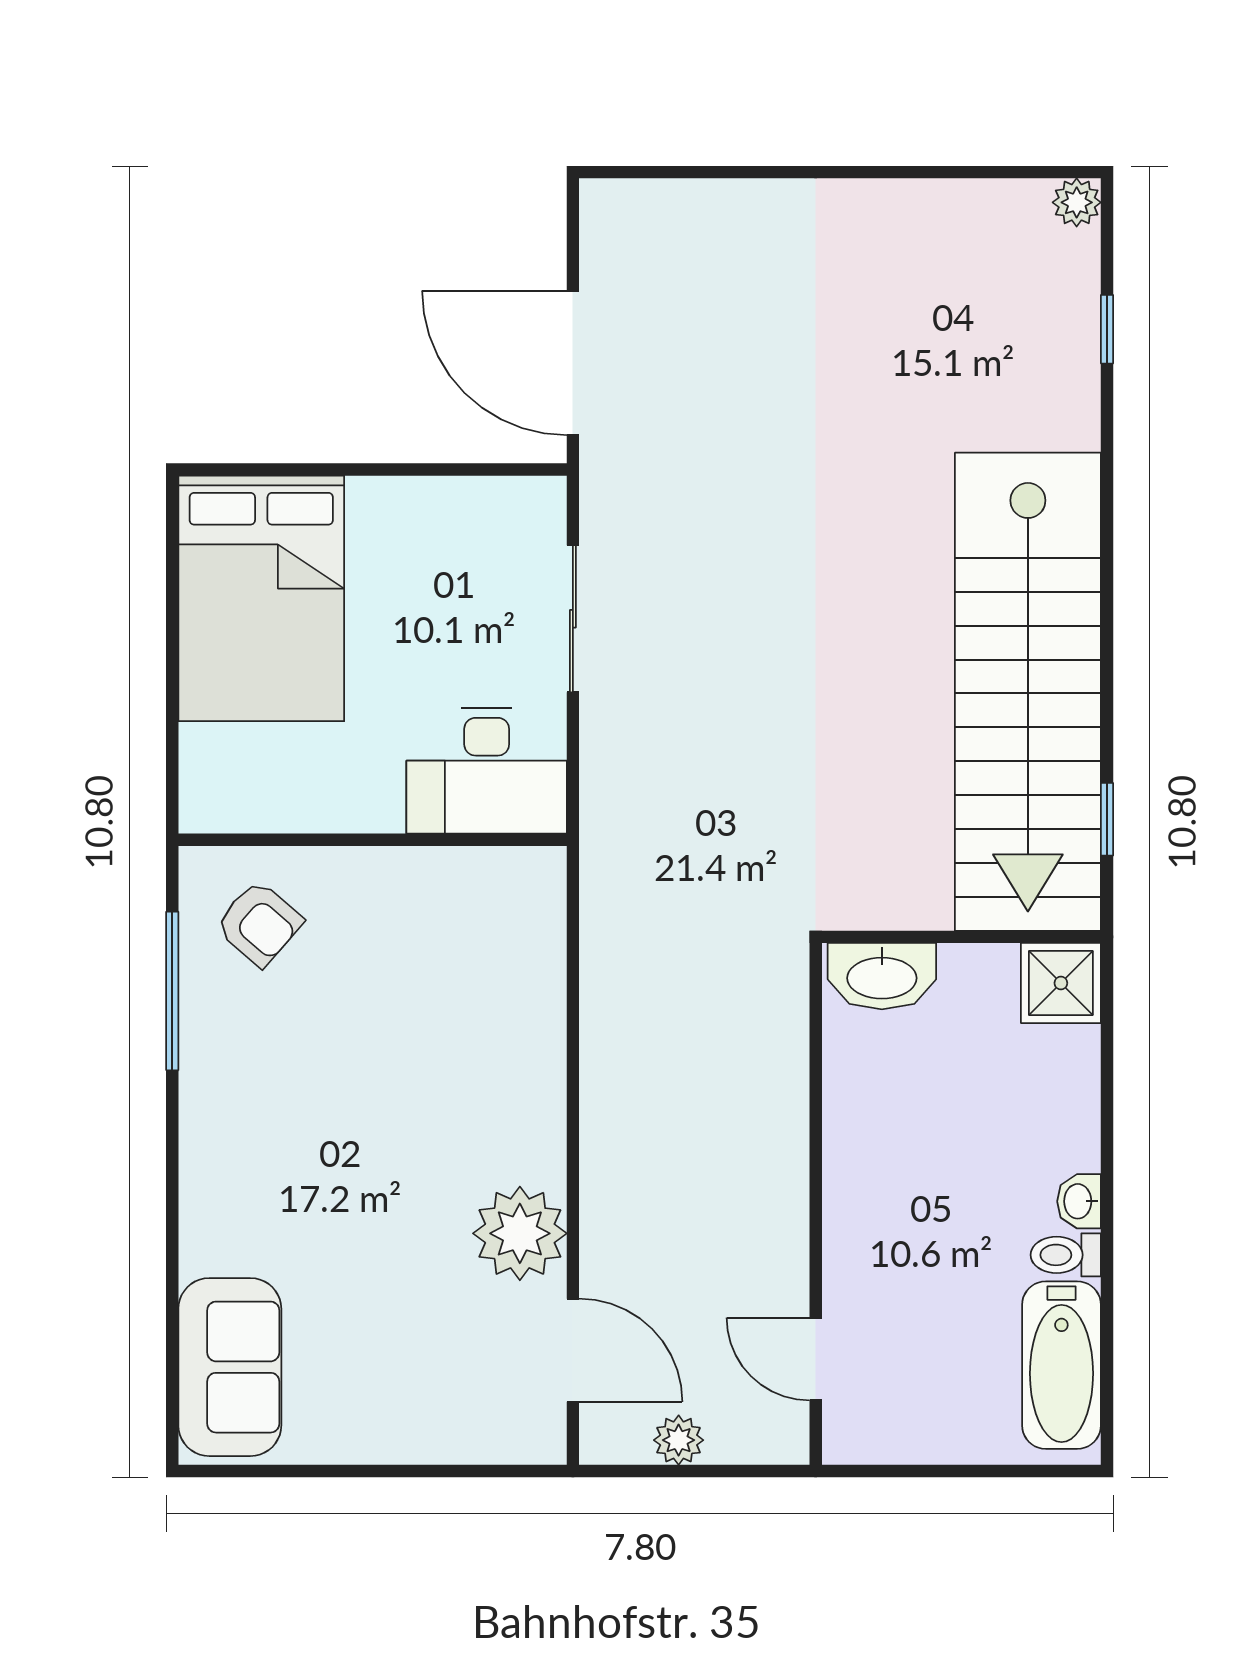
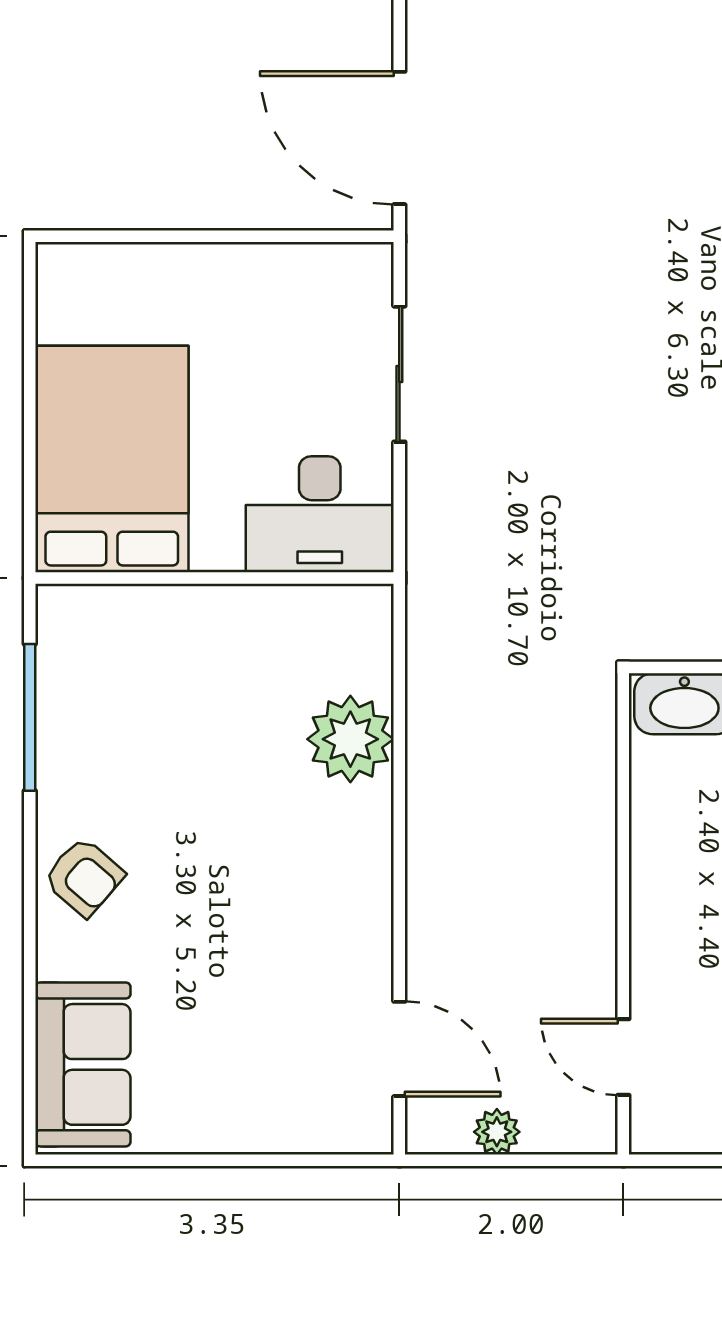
bed: (261, 598) -> (112, 459), moved, turned 180
armchair: (259, 923) -> (84, 877), moved
plant: (520, 1233) -> (350, 739), moved

